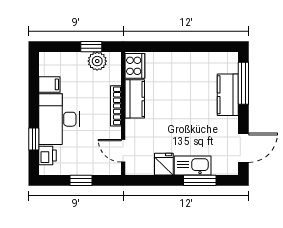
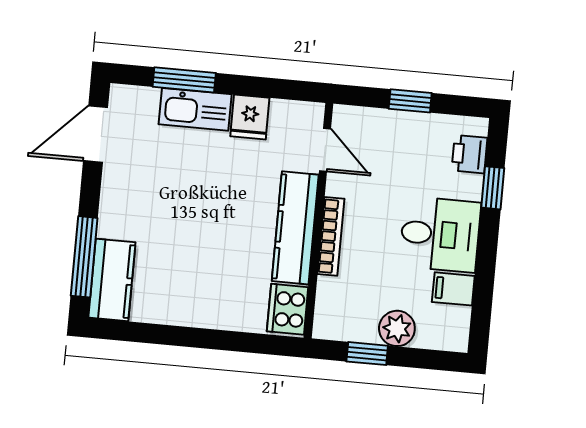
plant: (97, 61) -> (397, 328), moved
kitchen counter: (228, 95) -> (112, 280), moved
kitchen counter: (135, 99) -> (295, 228), width x1.50
desk: (59, 119) -> (440, 234), width x0.73

